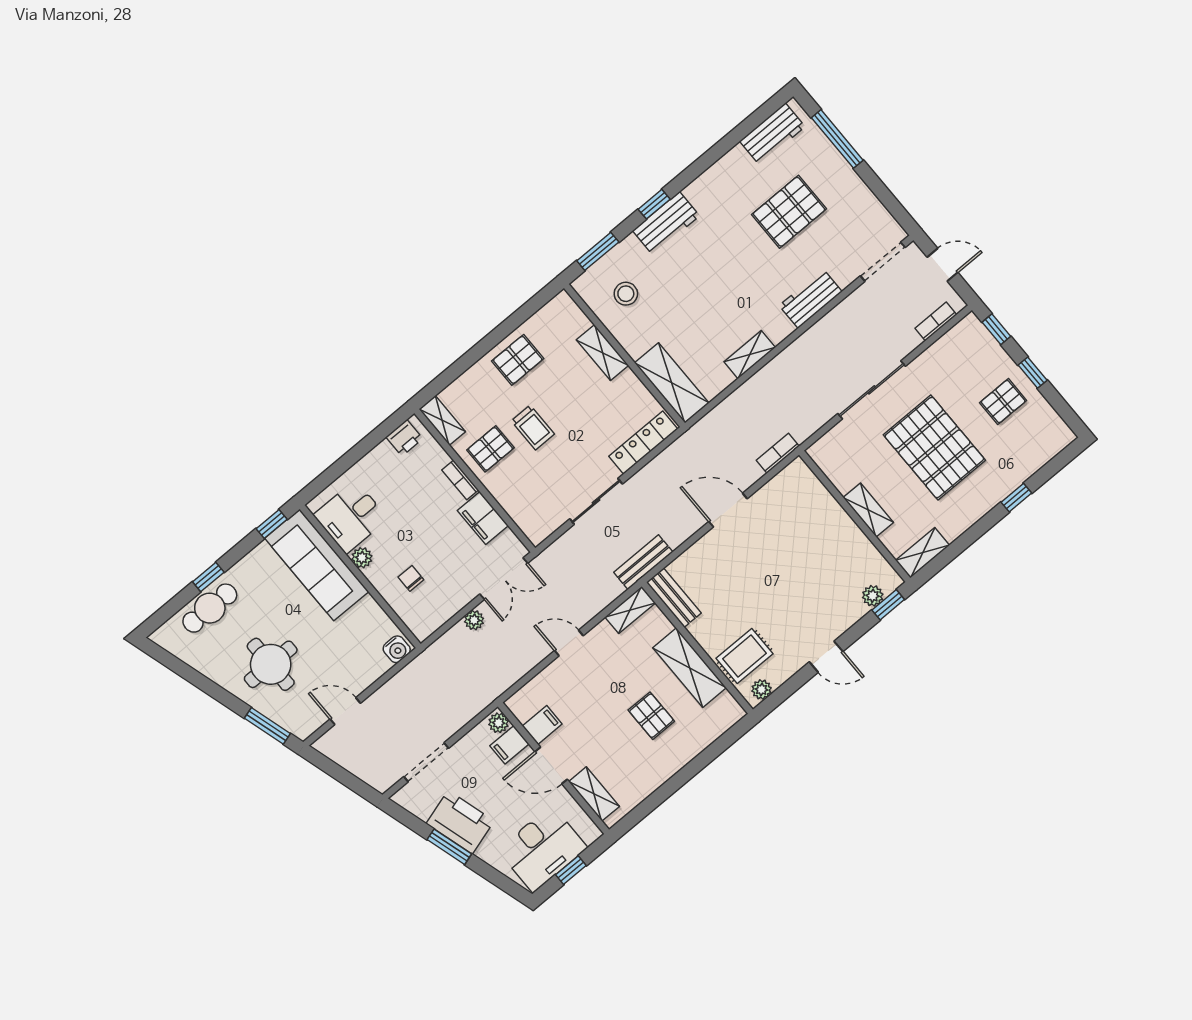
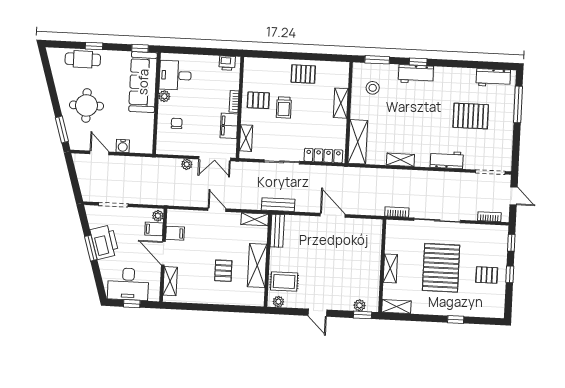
shelving: (442, 420) -> (246, 138), moved
bookcase: (778, 453) -> (397, 212), moved
water cooler: (397, 649) -> (123, 146), moved

